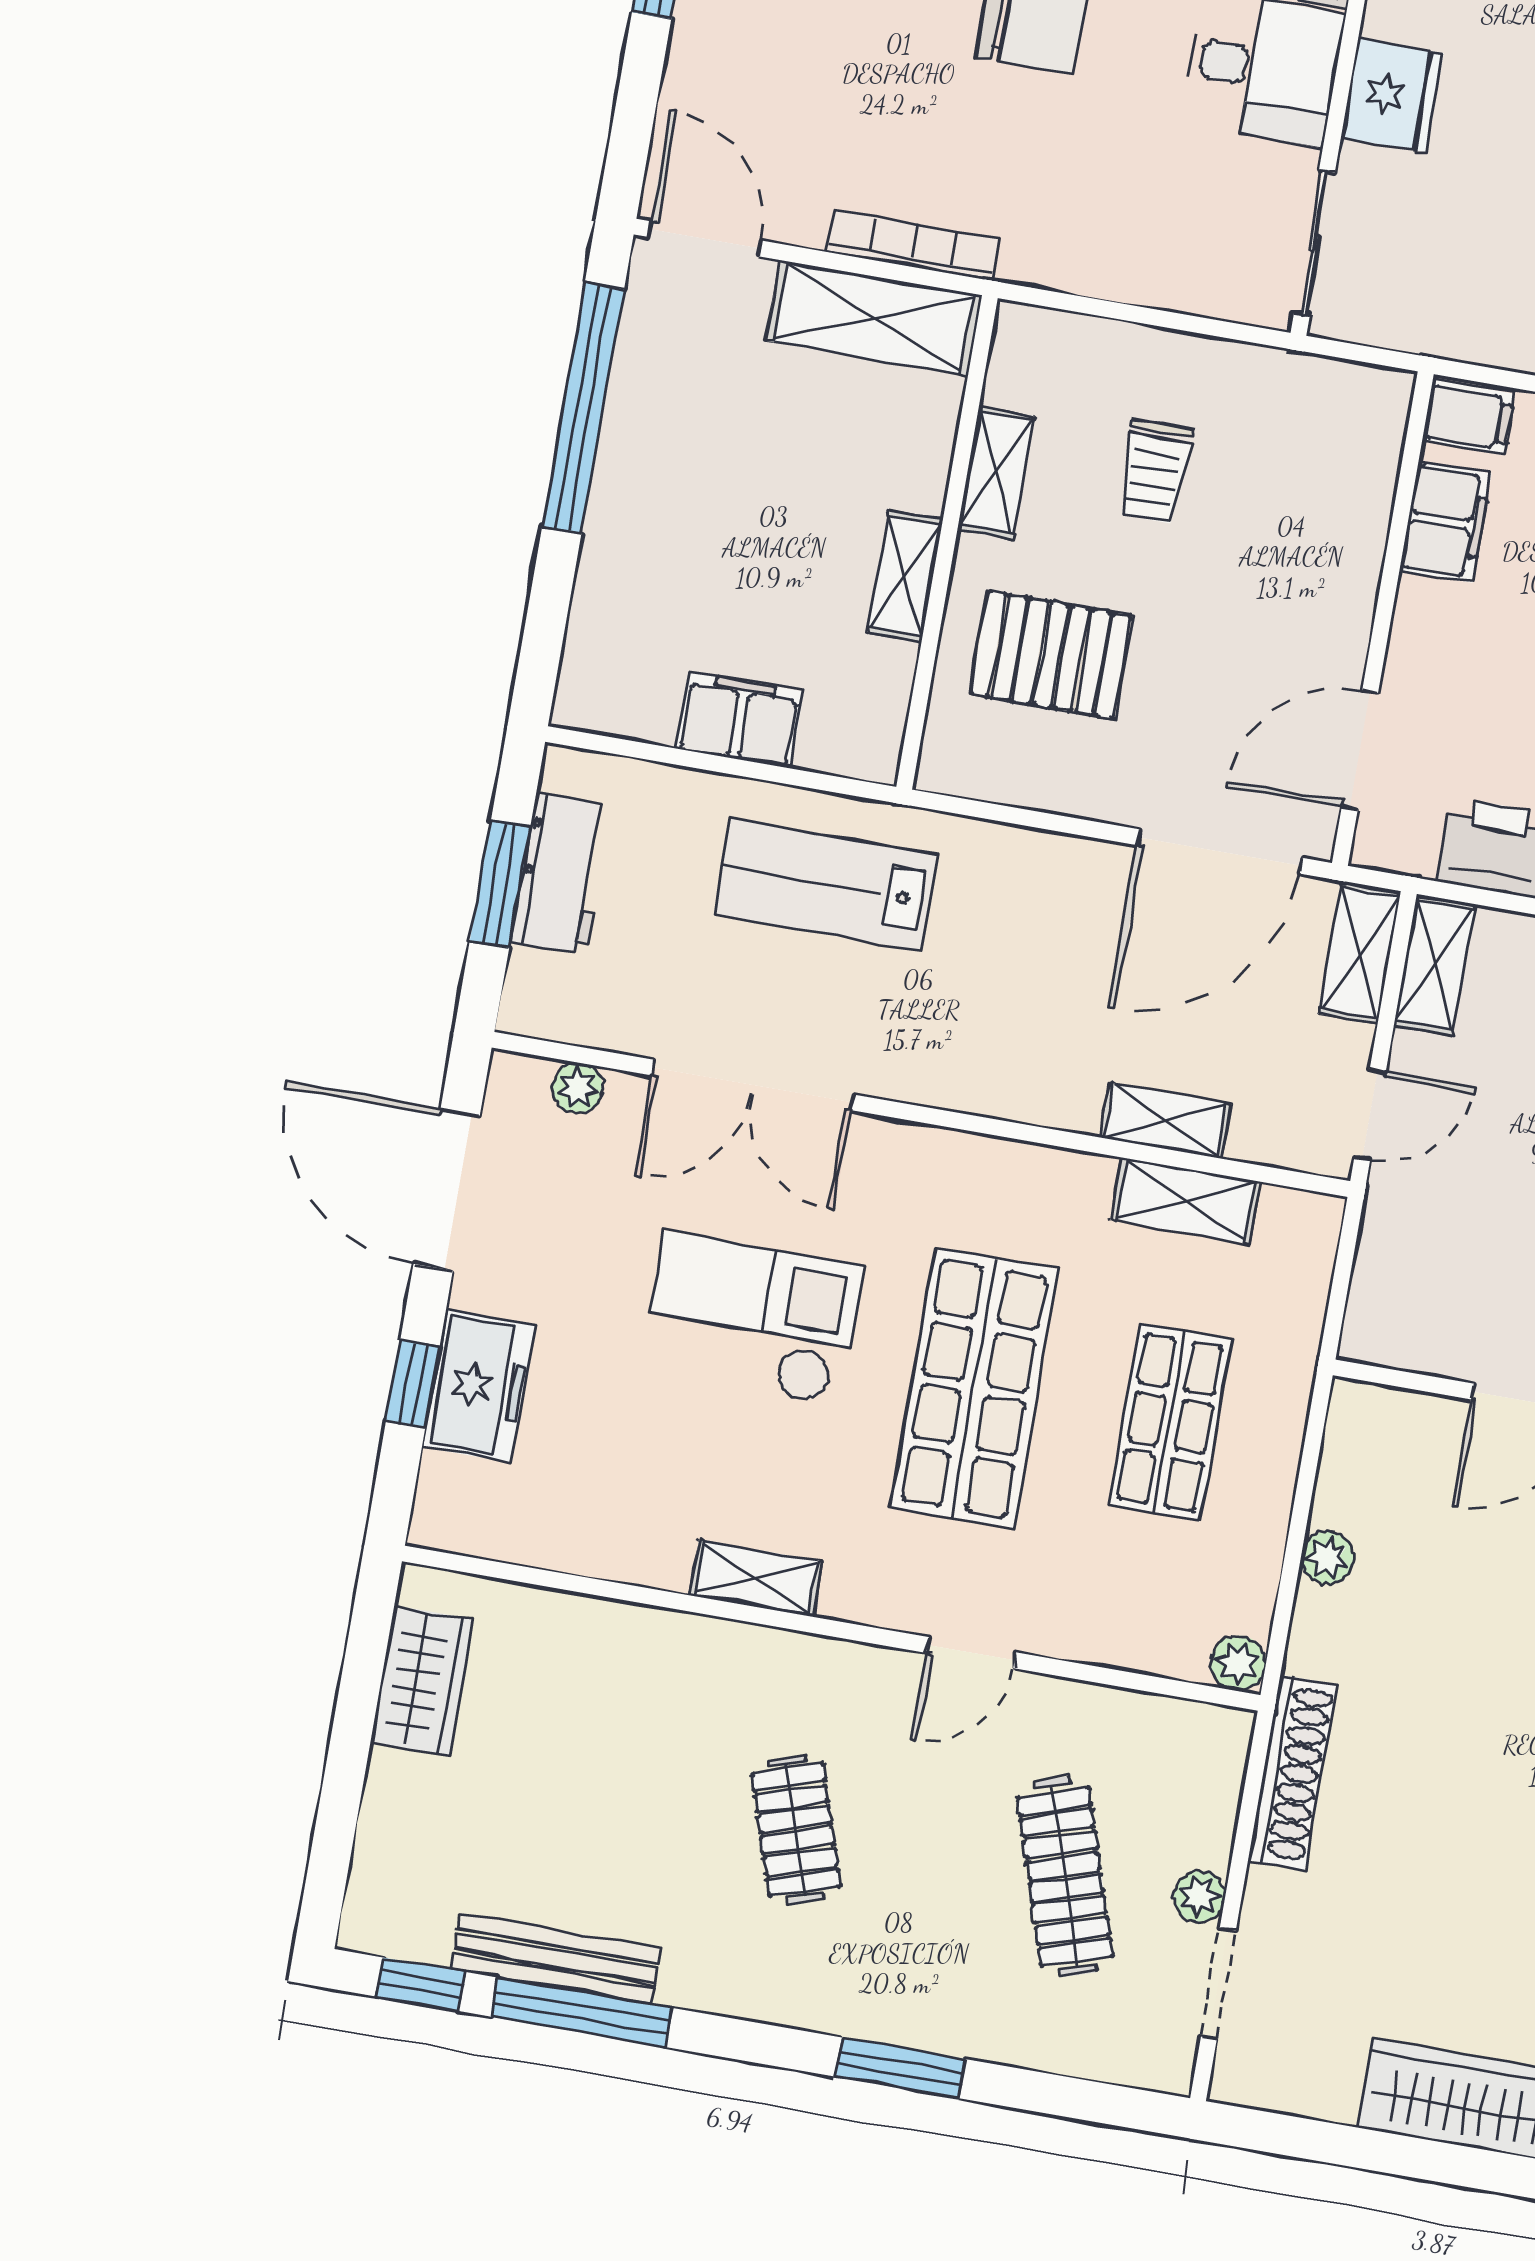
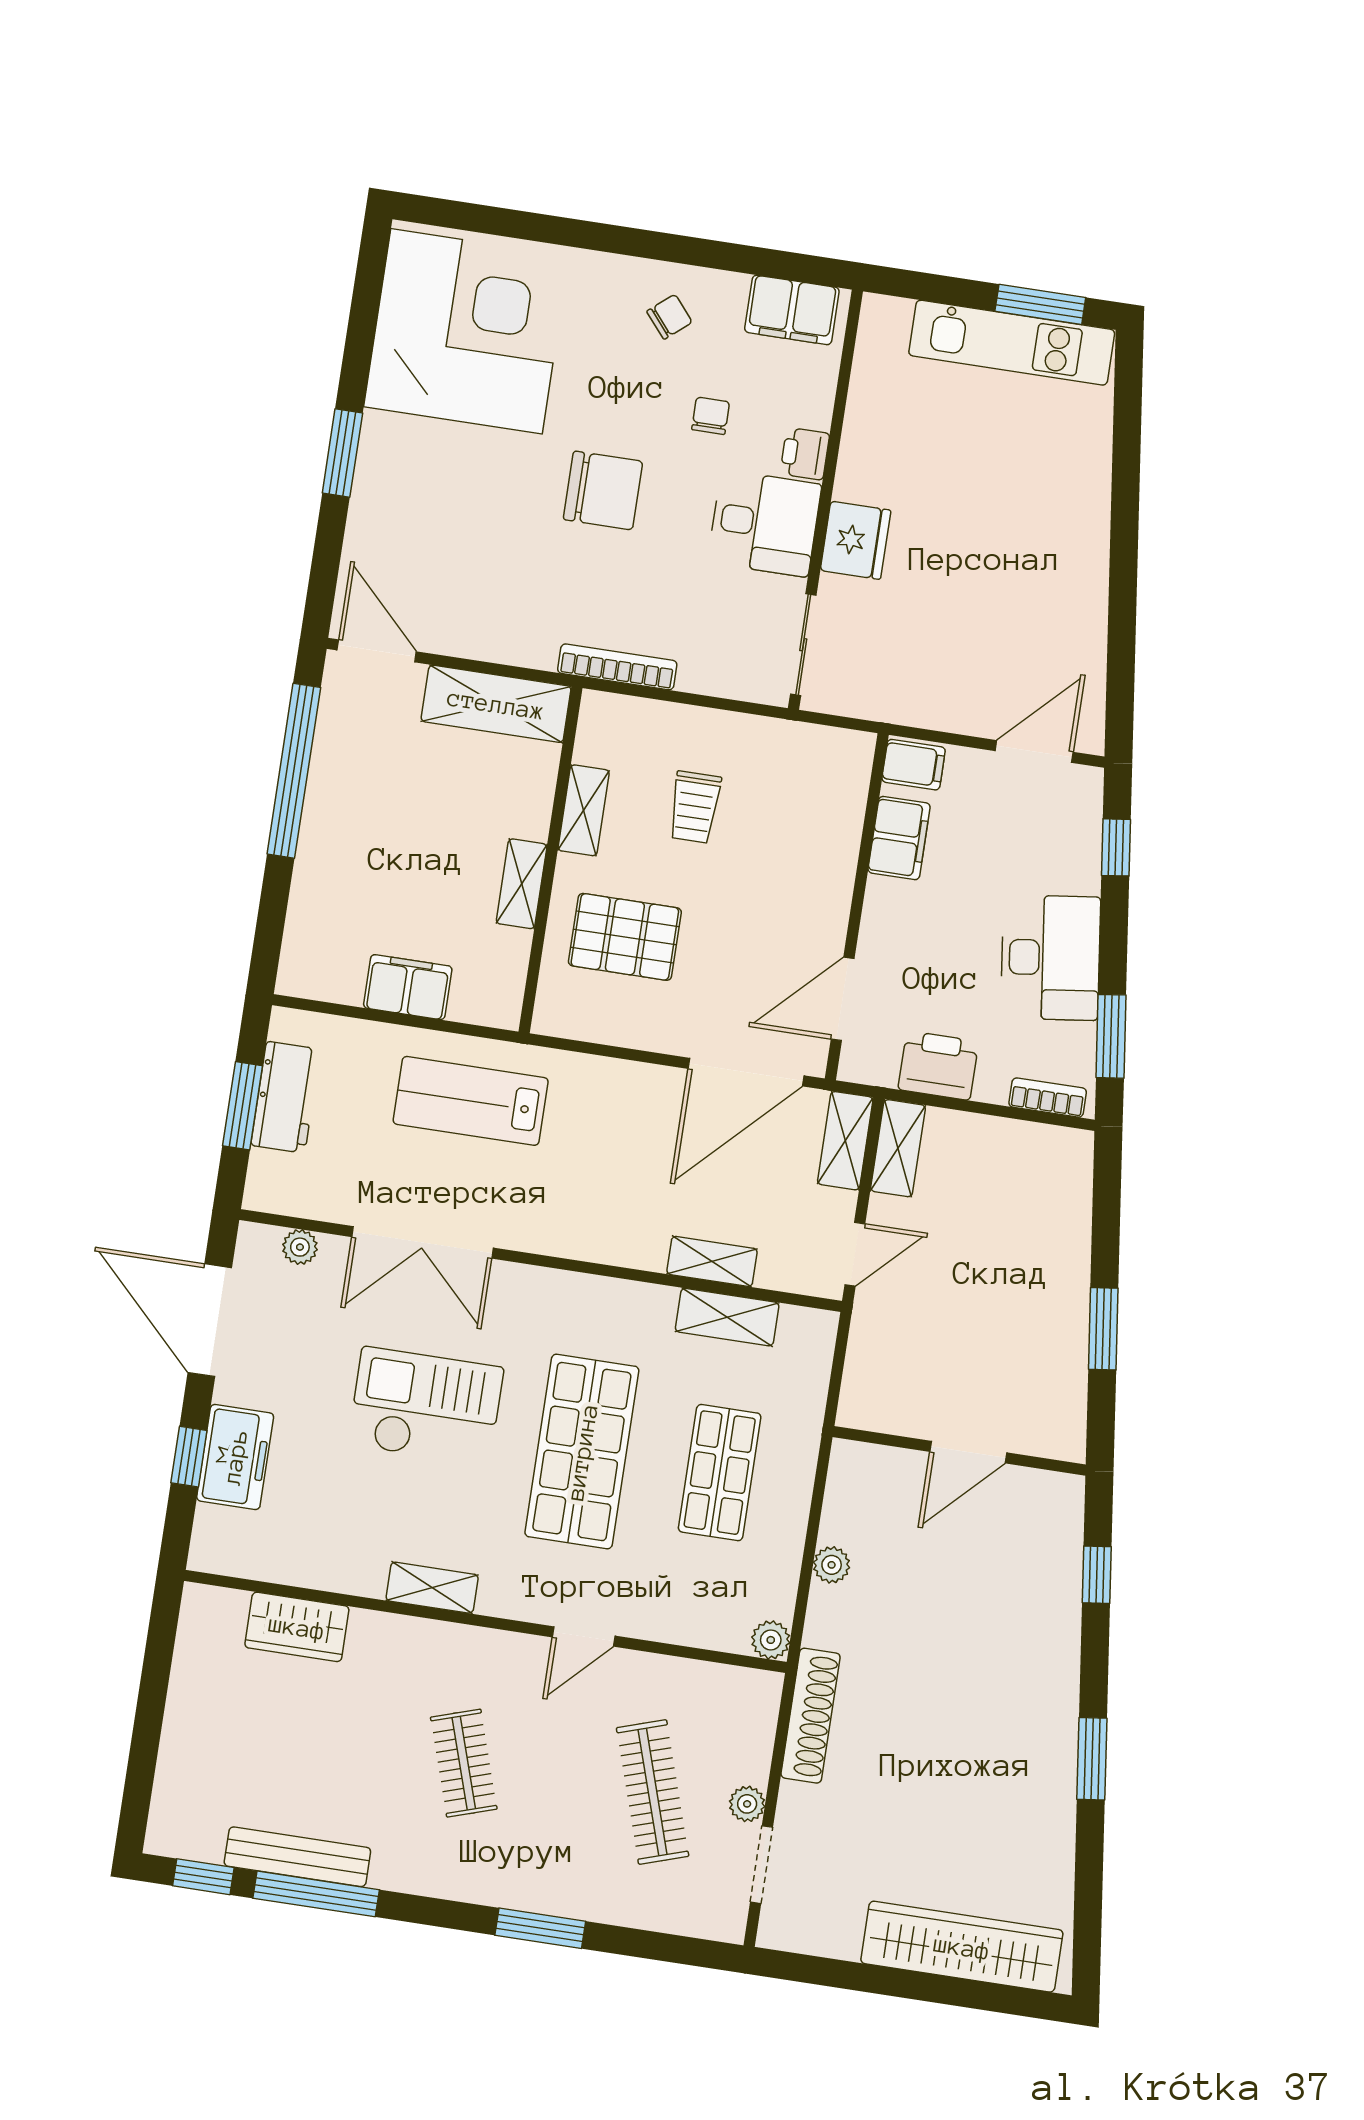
bookcase: (913, 245) -> (617, 667), moved
wardrobe: (422, 1681) -> (297, 1627), moved, turned 90

